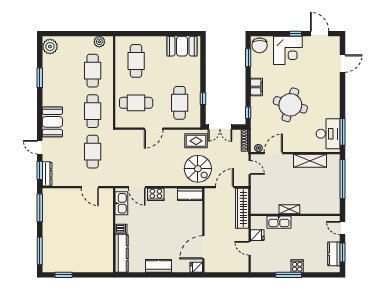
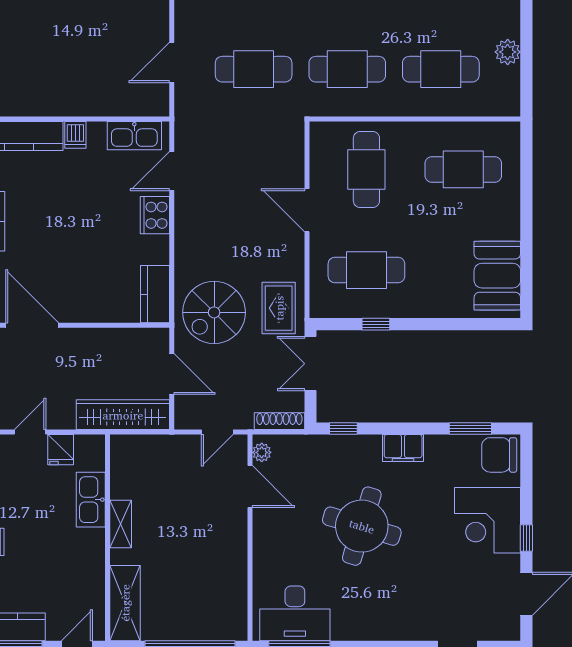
plant: (99, 42) -> (508, 52), moved
shelving: (310, 161) -> (125, 603), moved

